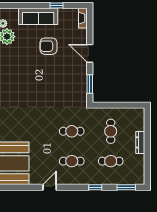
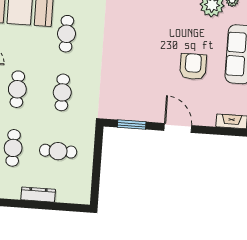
door: (90, 53) -> (178, 128), hinge flipped
cafe table: (33, 131) -> (66, 34), added

